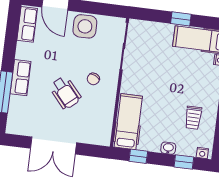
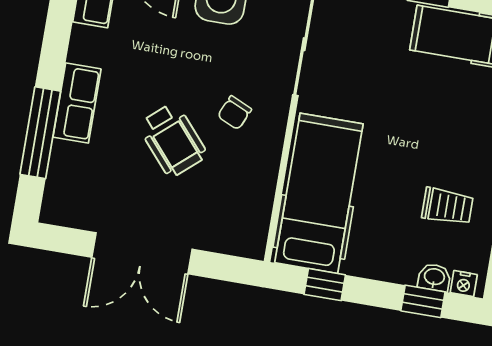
trolley: (193, 118) -> (447, 206), turned -90
hospital bed: (128, 122) -> (319, 193), width x1.37, depth x1.29
washbasin: (168, 148) -> (434, 277), moved

